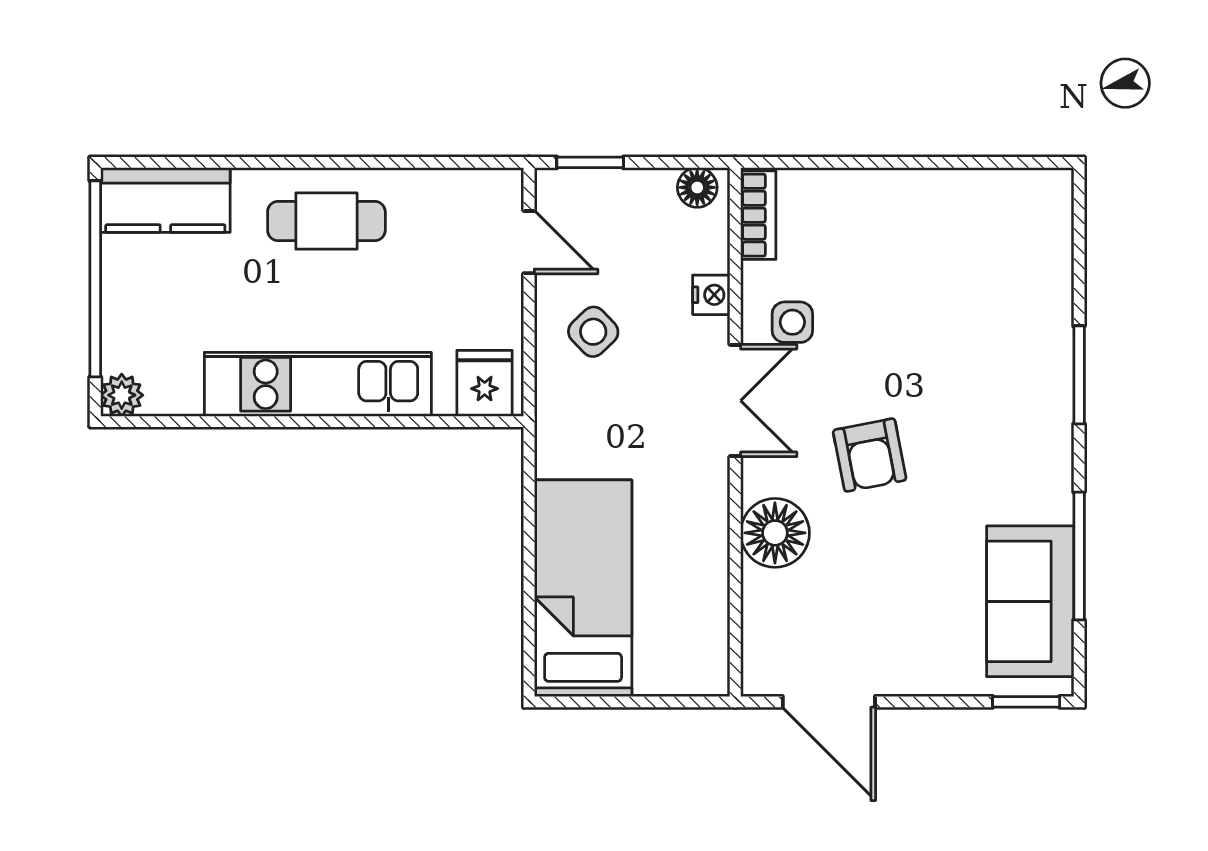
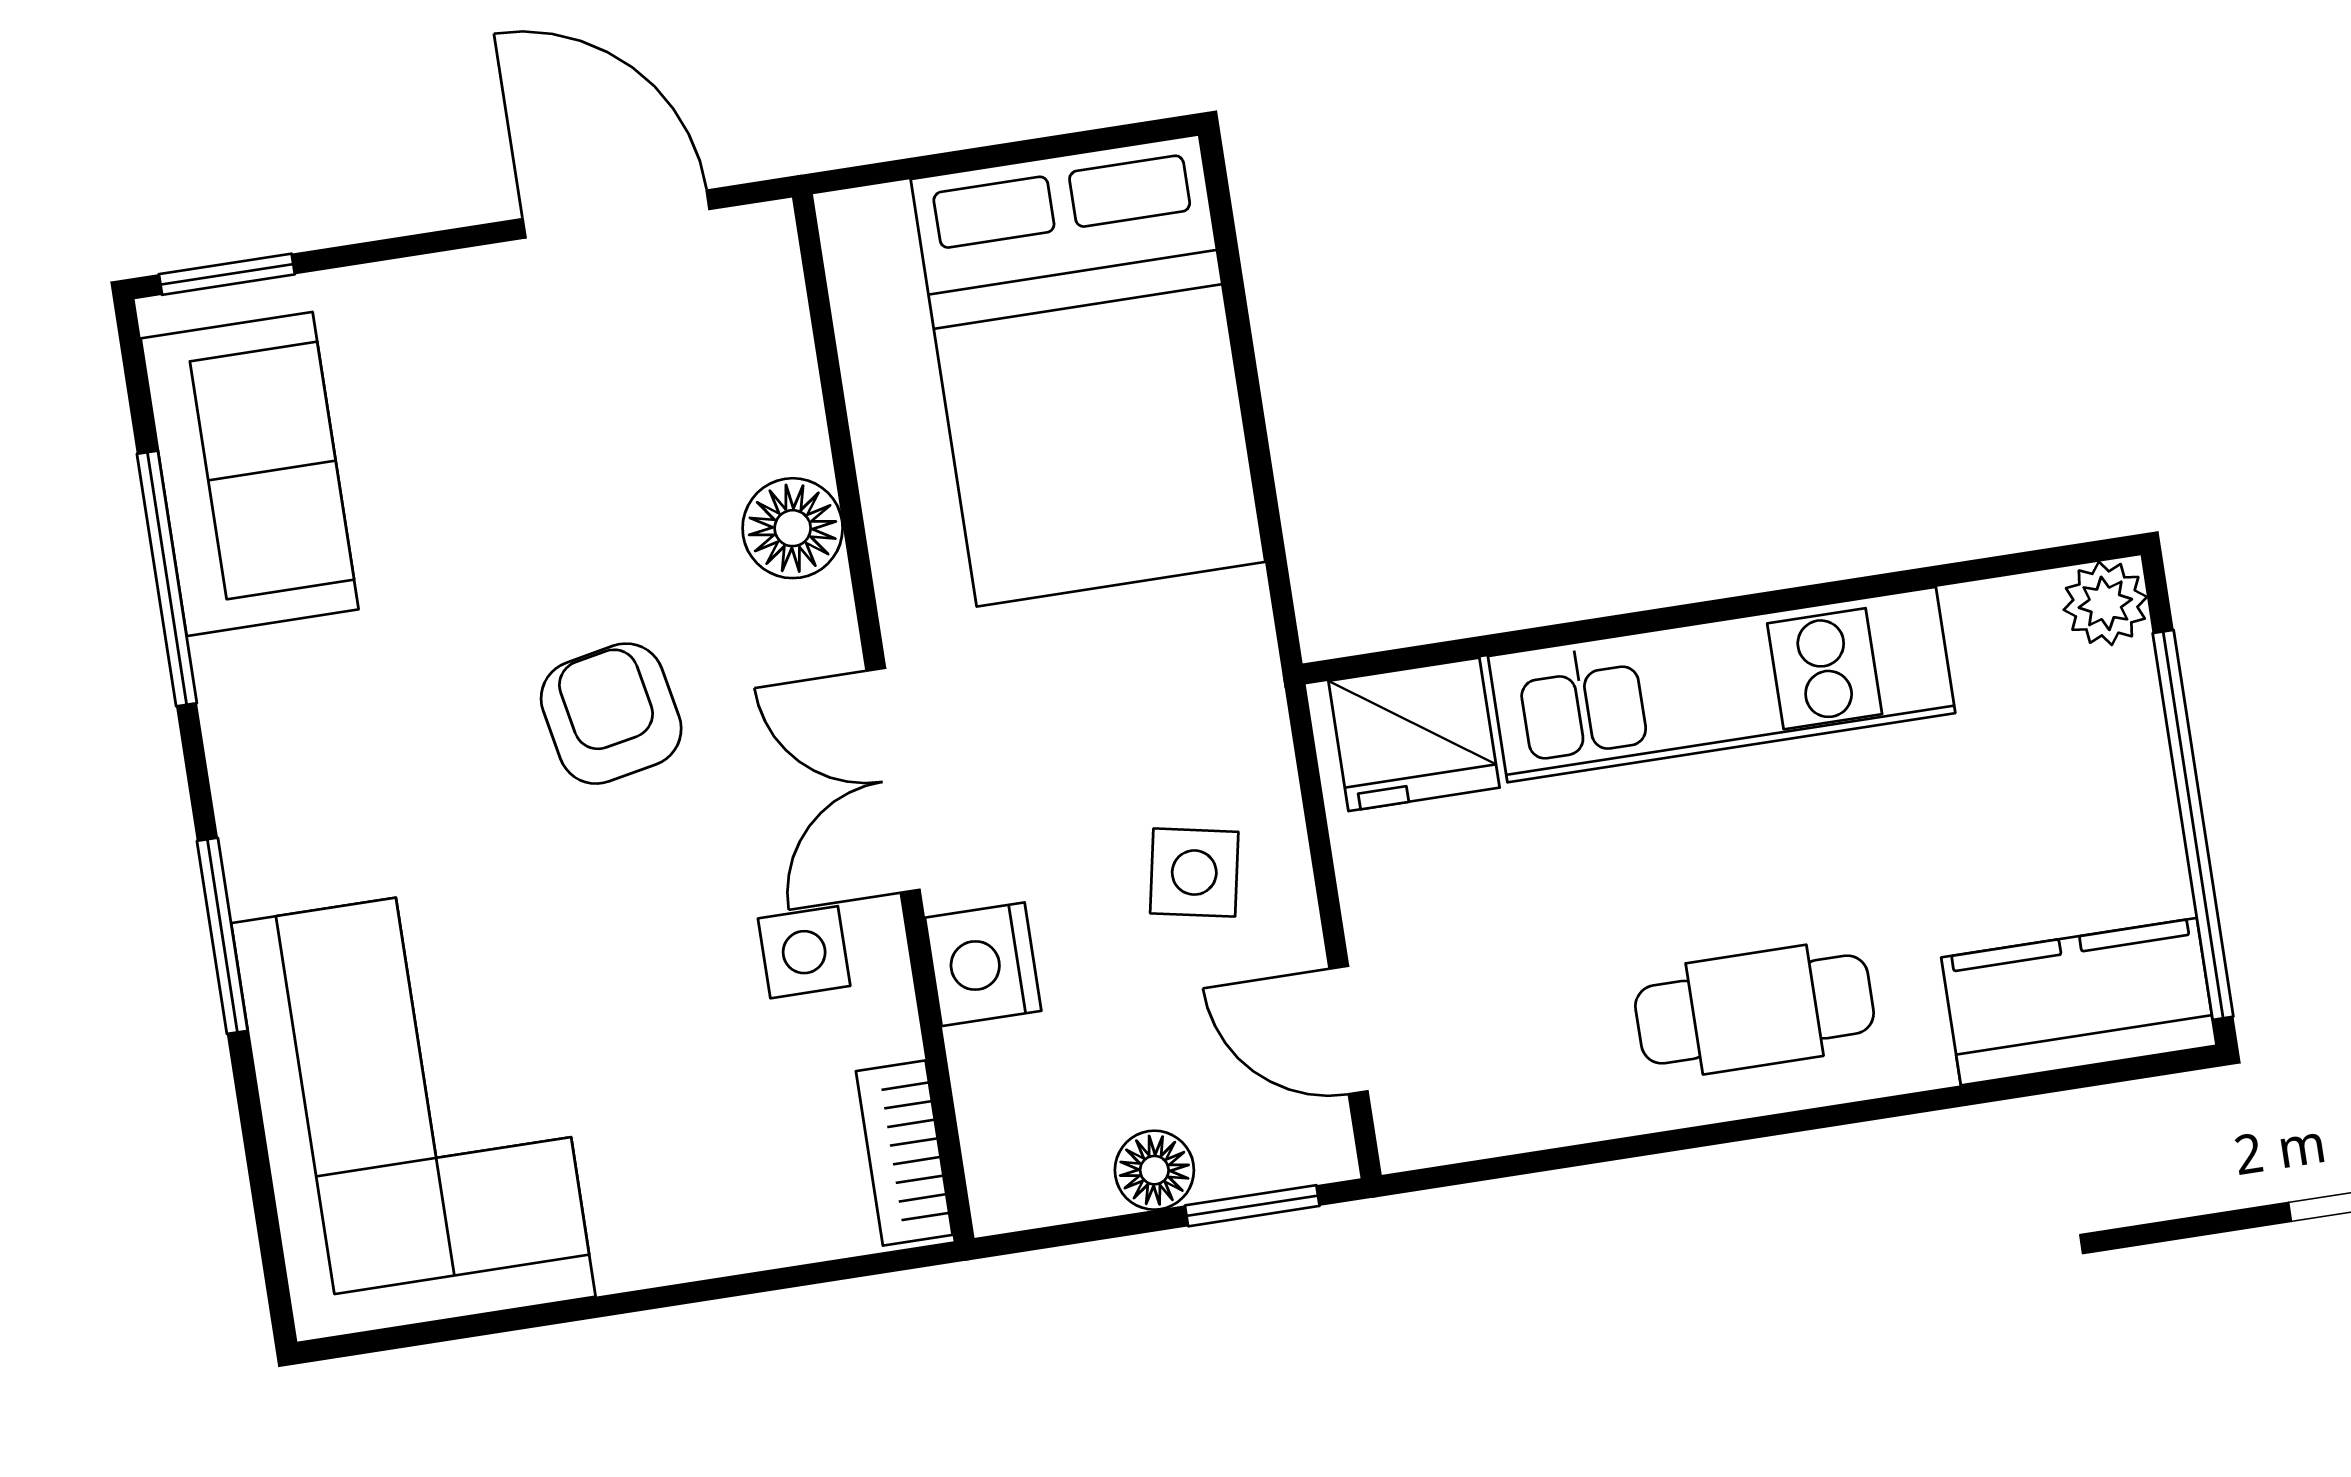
floor lamp: (697, 187) -> (1154, 1170), moved
corner sofa: (998, 274) -> (413, 1110), added
nightstand: (711, 295) -> (983, 964), width x1.39, depth x1.35
side table: (593, 332) -> (1194, 873), turned -35
fridge: (485, 383) -> (1414, 734), width x1.38
floor lamp: (775, 533) -> (793, 528), width x0.73, depth x0.73
bed: (583, 588) -> (1088, 371), width x1.50

